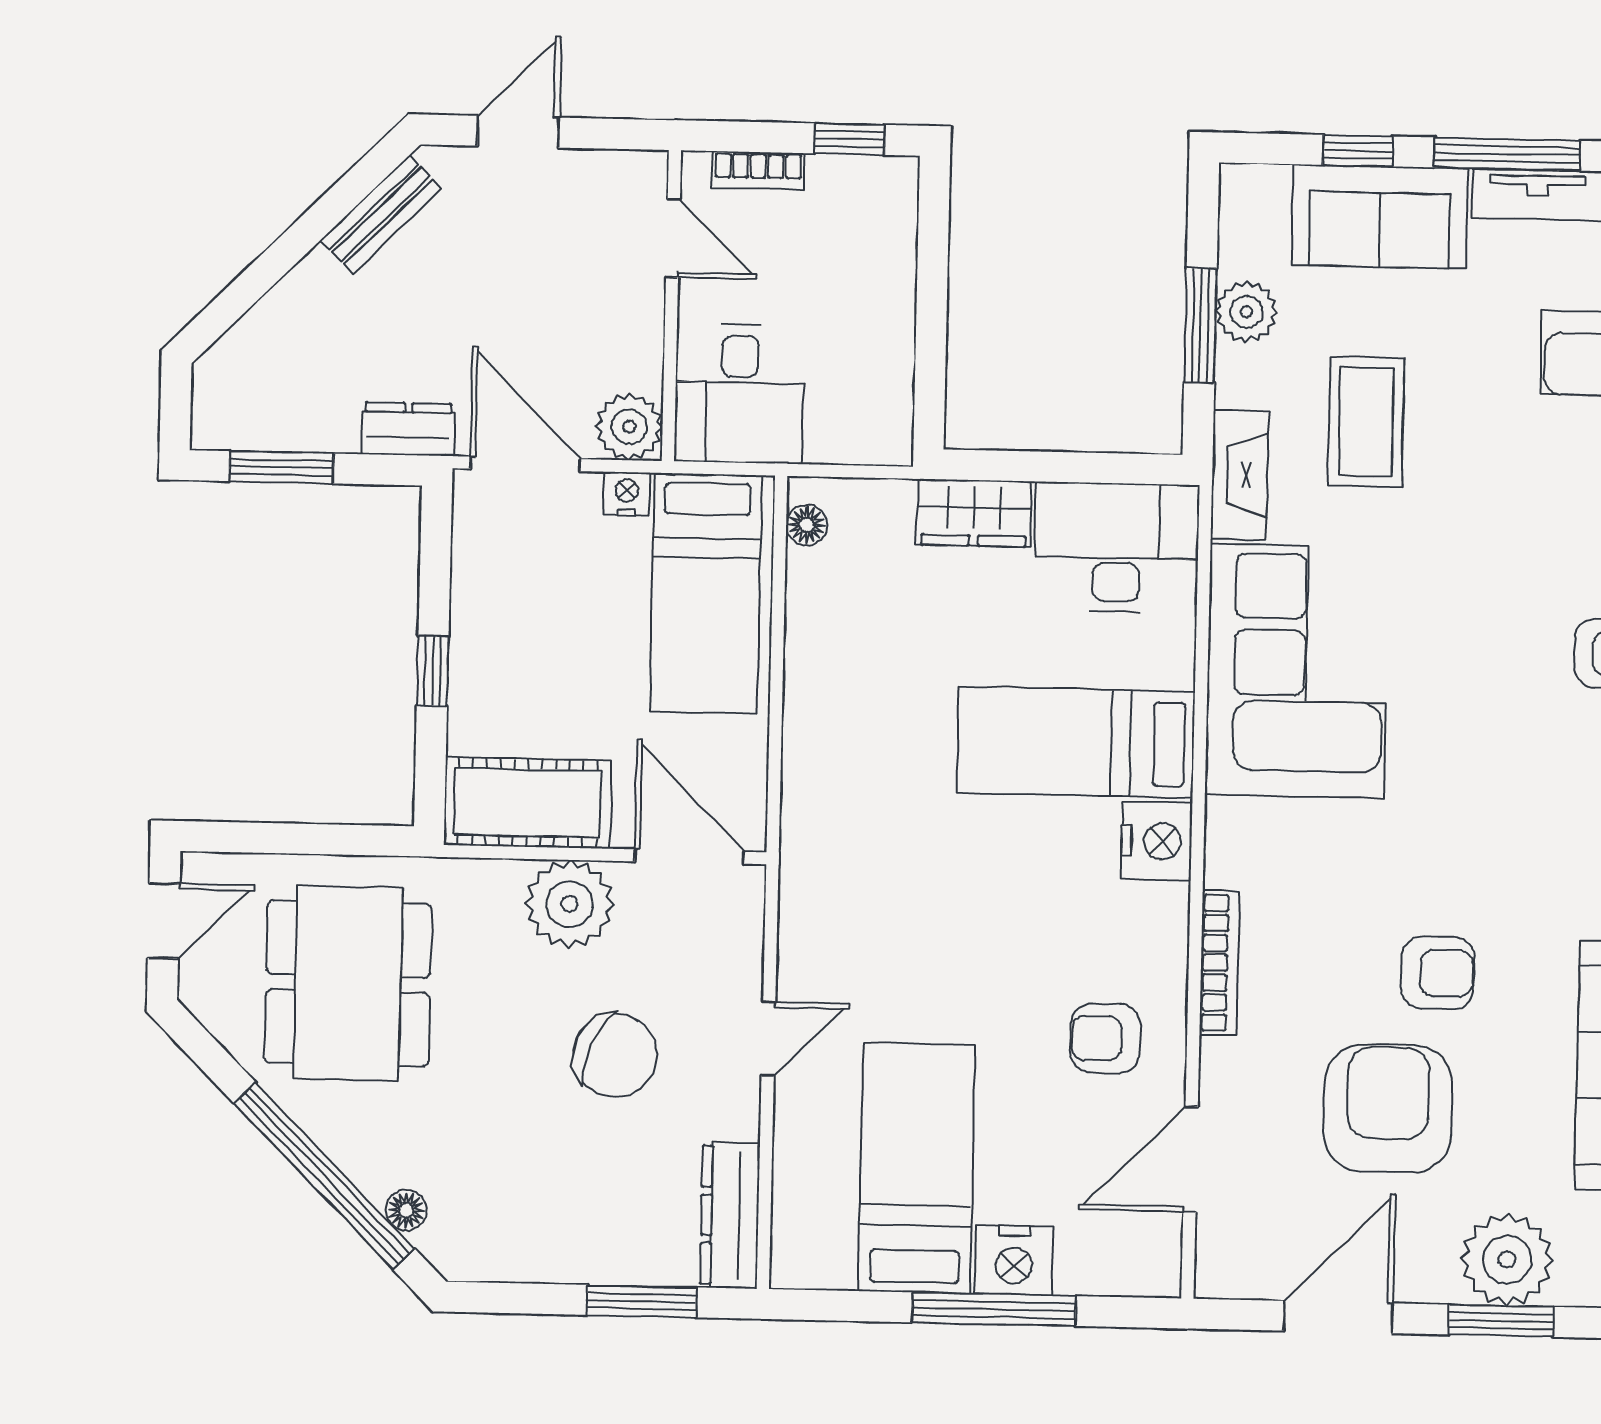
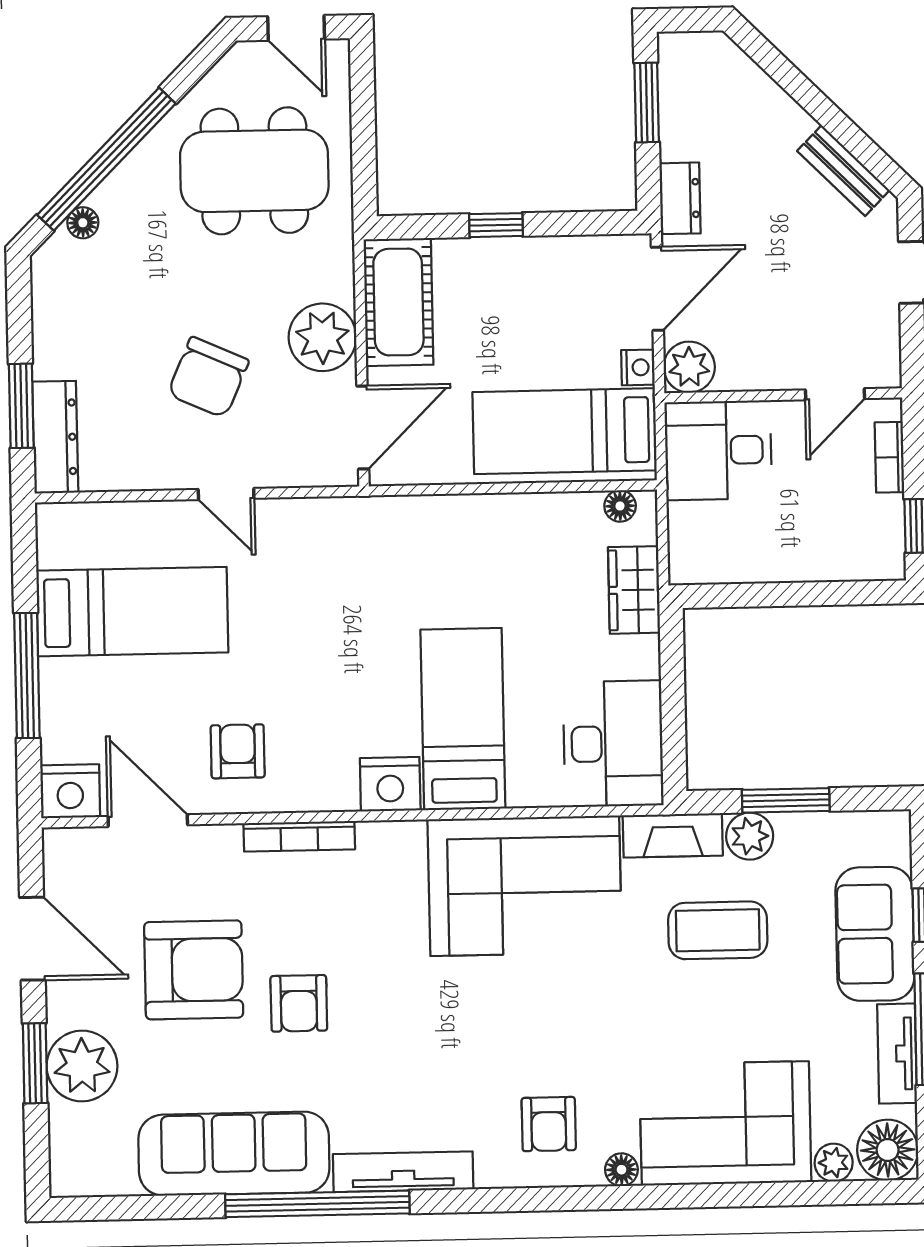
plant: (1247, 312) -> (750, 836), moved
wardrobe: (974, 513) -> (634, 590), moved
dresser: (730, 1215) -> (55, 437), moved, turned 90
nightstand: (1014, 1260) -> (70, 791), moved, turned -90

